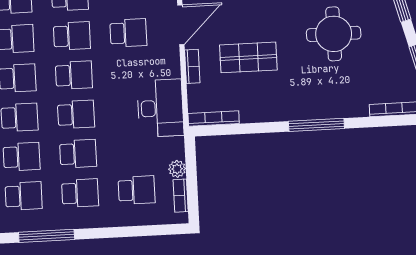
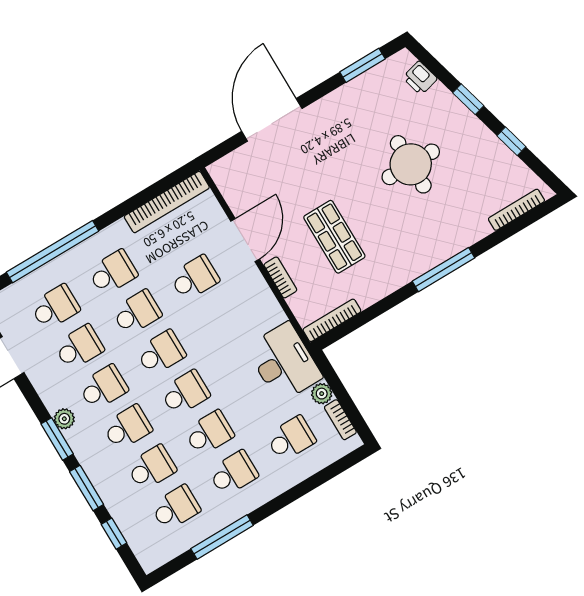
shop shelf: (248, 57) -> (334, 237), turned 90
desk: (160, 108) -> (284, 362), moved

